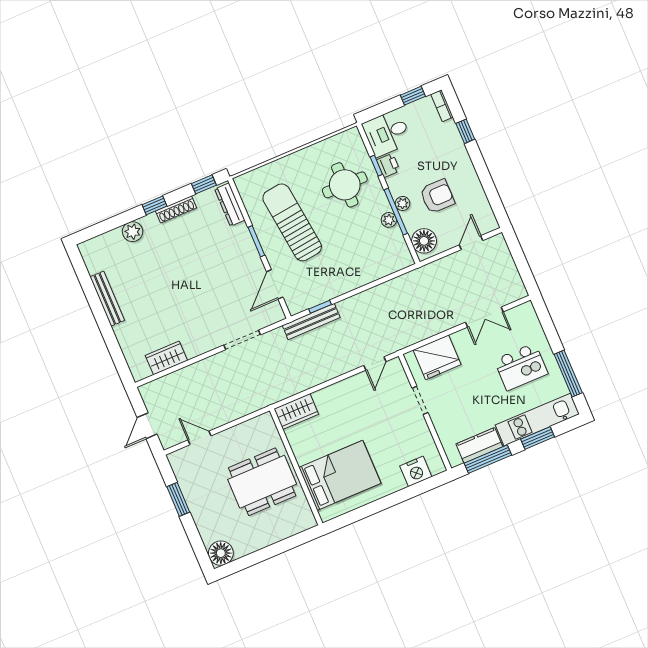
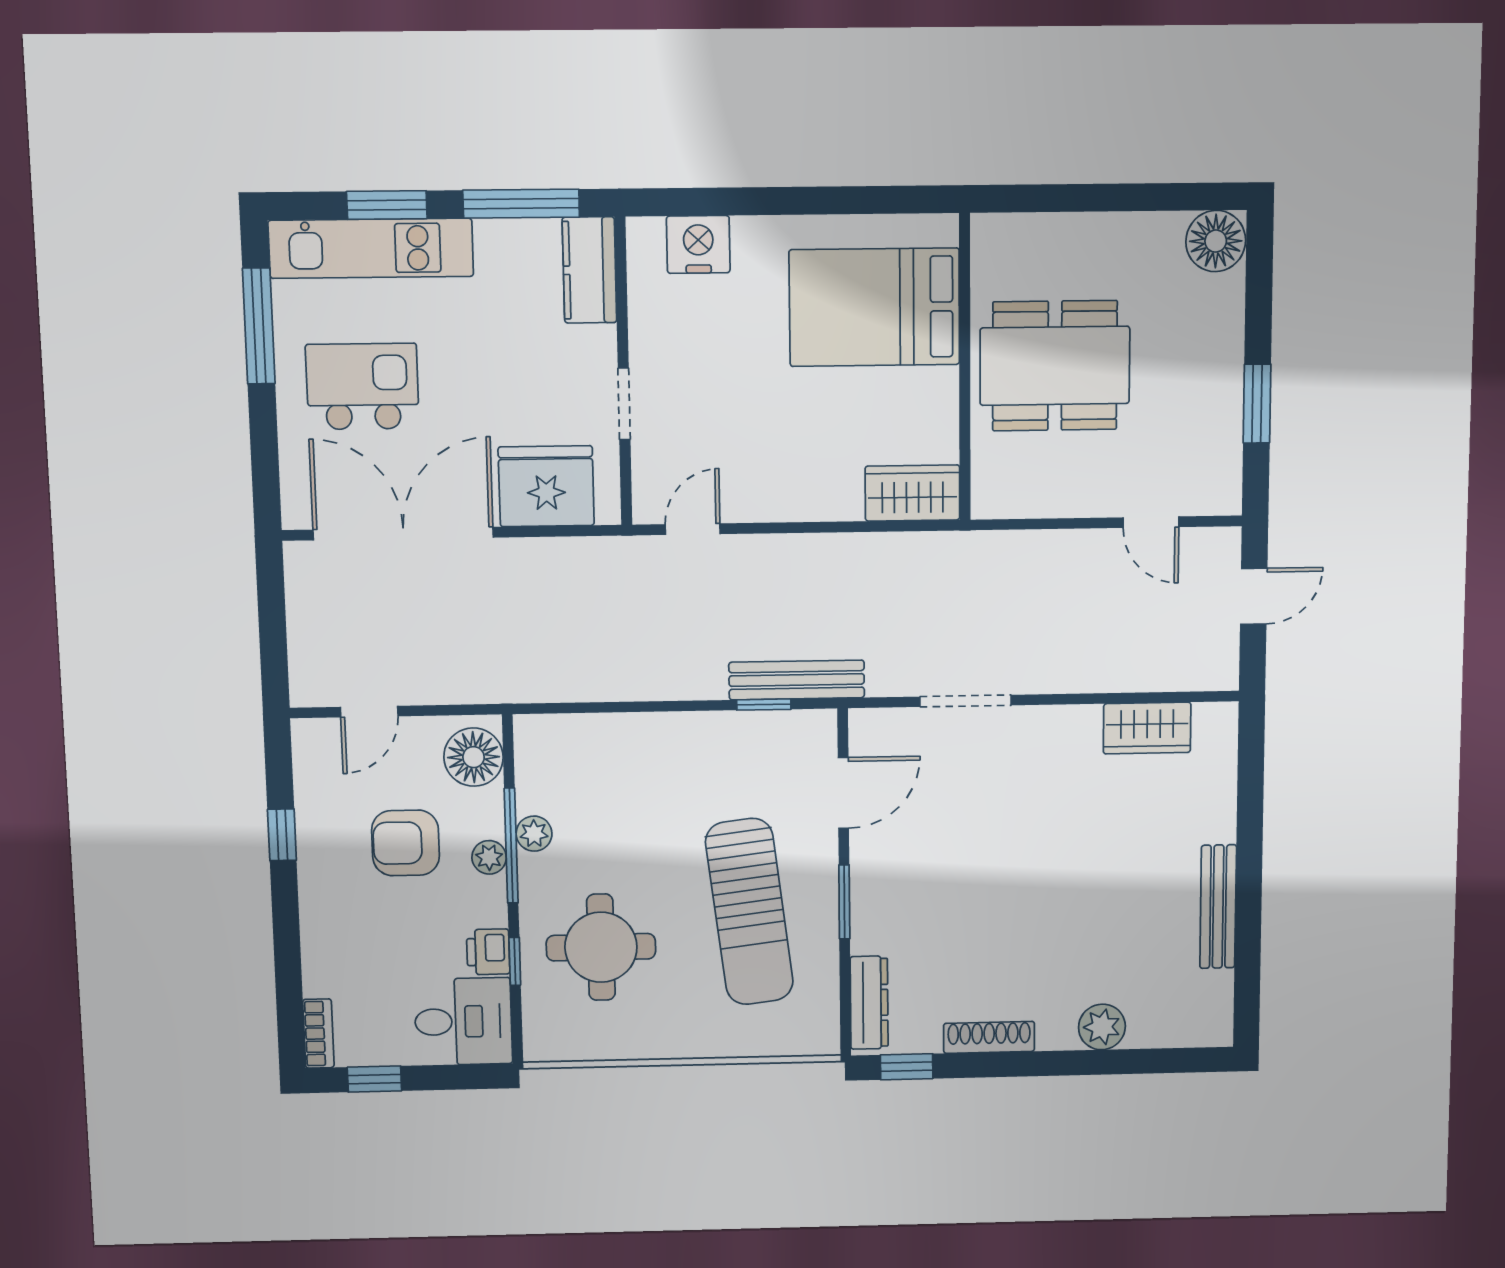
window: (465, 131) -> (282, 835), moved
window: (154, 205) -> (1031, 1064), removed
double door: (484, 317) -> (403, 534), width x1.87
kitchen counter: (479, 445) -> (589, 270), moved, turned 90

